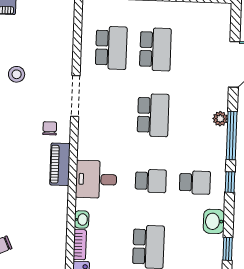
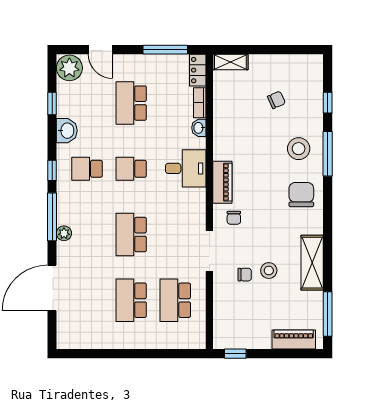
chair: (41, 71) -> (245, 275), added

